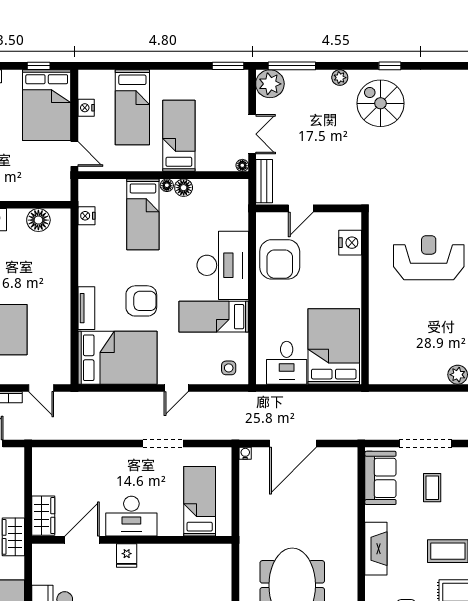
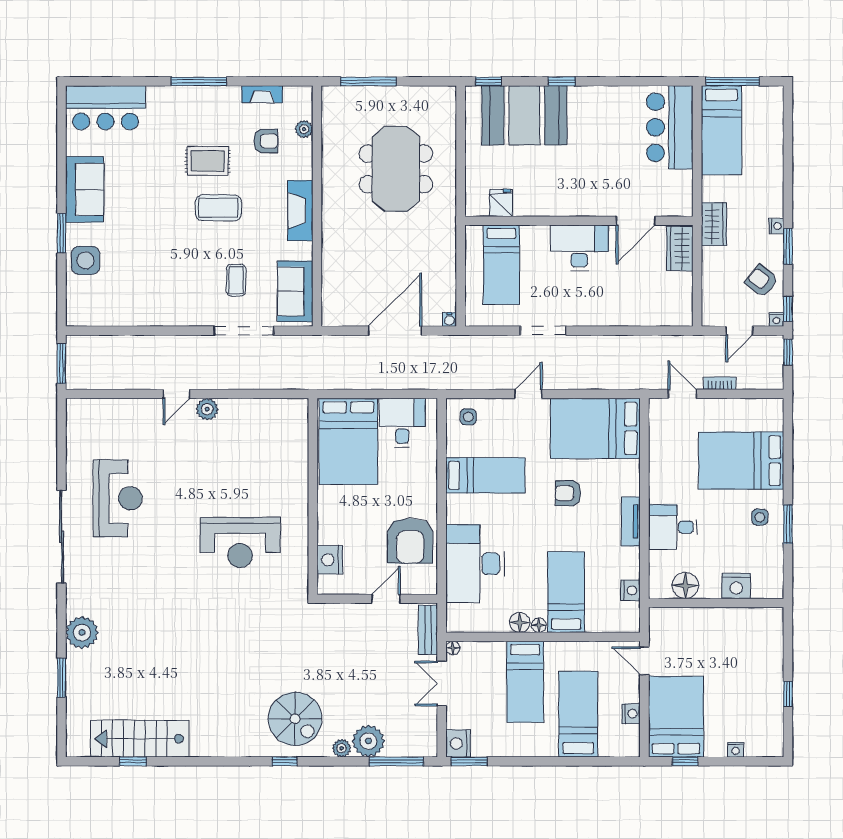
nightstand: (238, 82) -> (458, 743), added
plant: (270, 84) -> (368, 741), moved
armchair: (280, 259) -> (410, 541), turned 180
desk: (223, 265) -> (475, 564), moved
desk: (49, 271) -> (673, 527), added
armchair: (141, 301) -> (568, 493), width x0.72, depth x0.72
tv unit: (86, 308) -> (631, 521), moved
fridge: (127, 556) -> (501, 203), moved

